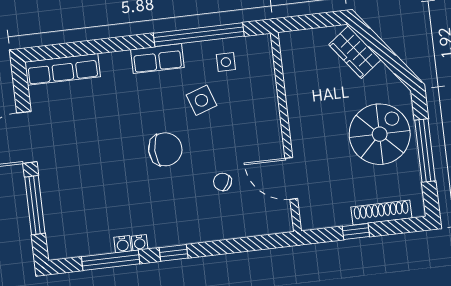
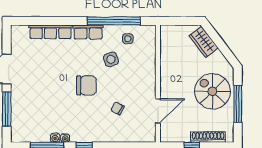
row of seats: (63, 69) -> (51, 32), moved
spiral stairs: (380, 134) -> (212, 91), turned -90
door: (291, 178) -> (158, 111), swing flipped

